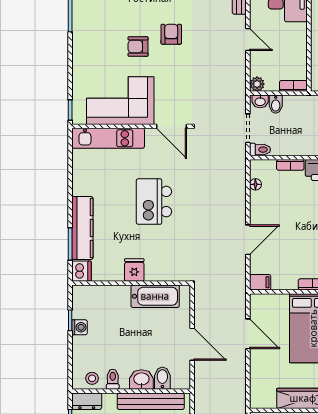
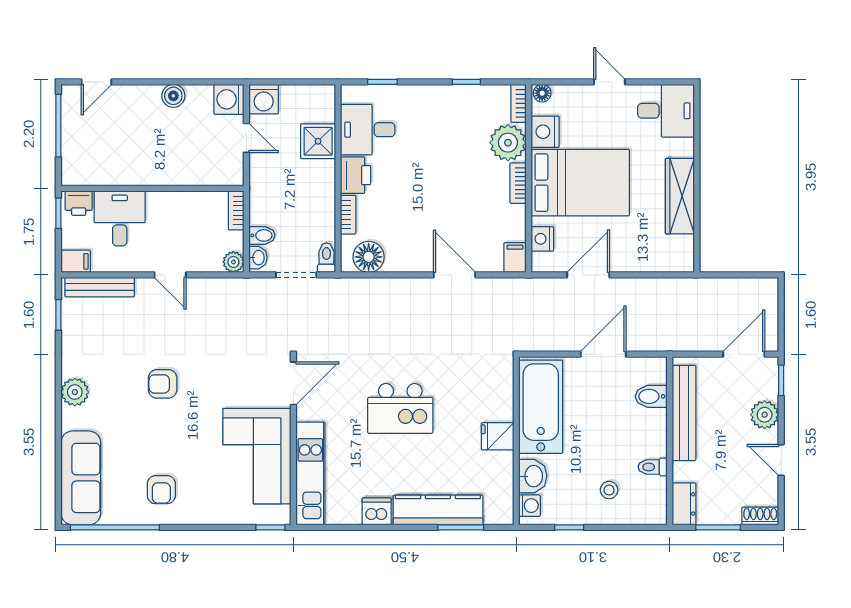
door: (248, 40) -> (170, 275), swing flipped
armchair: (138, 47) -> (161, 490), moved
floor lamp: (255, 184) -> (369, 257), width x1.89, depth x1.89
dishwasher: (81, 271) -> (377, 511), moved
bathtub: (155, 296) -> (541, 407), width x1.36, depth x1.36
nightstand: (273, 302) -> (542, 239), added
washing machine: (80, 327) -> (529, 506), moved, turned 90
stool: (92, 378) -> (609, 490), moved
washbasin: (141, 379) -> (533, 476), moved, turned 180

